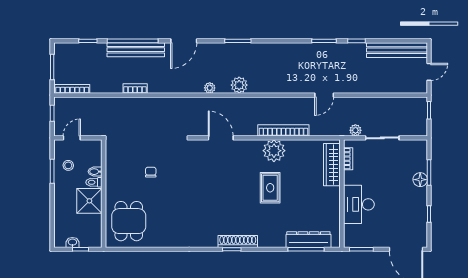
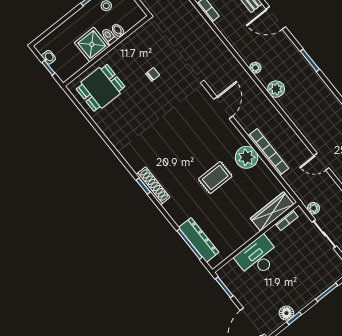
floor lamp: (420, 180) -> (286, 313), moved

